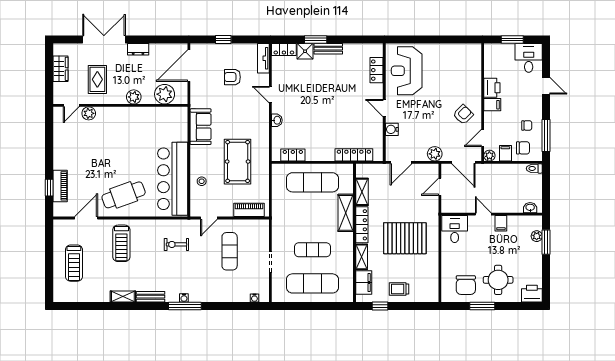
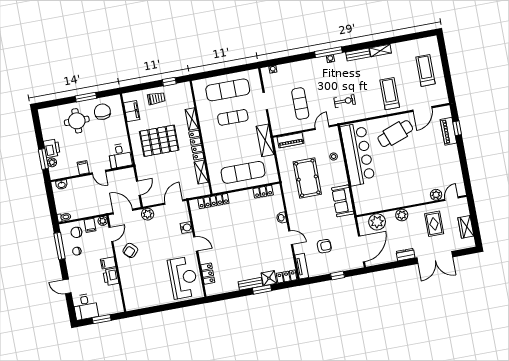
shelving: (346, 213) -> (265, 140), moved
filing cabinet: (364, 282) -> (132, 111), moved, turned 180
printer: (532, 294) -> (52, 148), moved, turned -90

